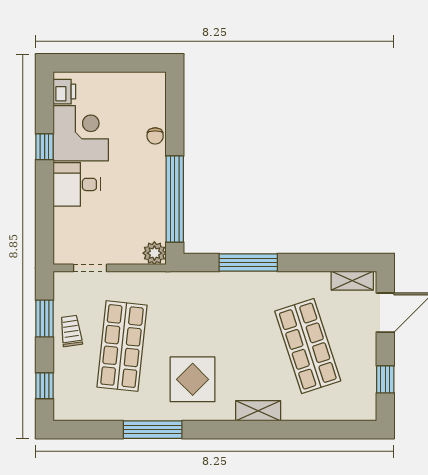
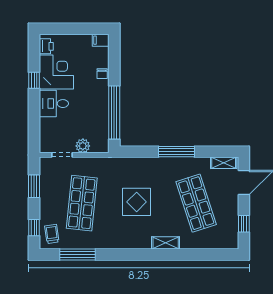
filing cabinet: (153, 82) -> (101, 40), added
plant: (154, 253) -> (83, 146), moved
window: (248, 263) -> (176, 152), moved
trolley: (71, 331) -> (52, 234), moved
display table: (193, 379) -> (137, 202), moved
window: (153, 430) -> (78, 255), moved

